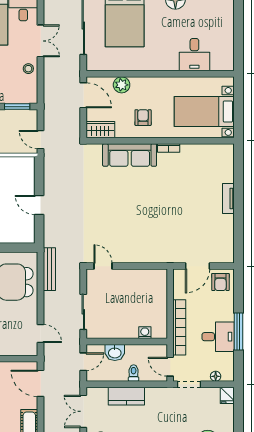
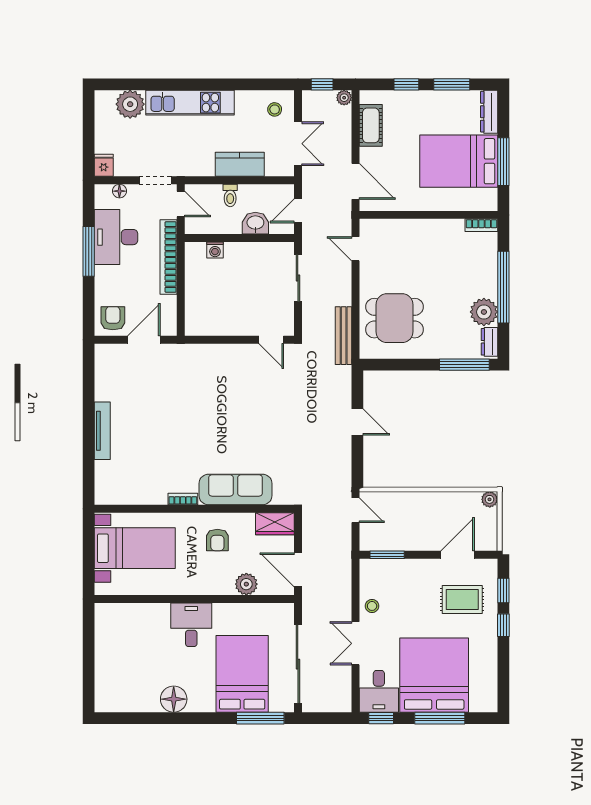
desk: (194, 55) -> (191, 625), moved
tv unit: (228, 199) -> (102, 431), width x1.41
desk: (218, 337) -> (116, 237), width x1.37

